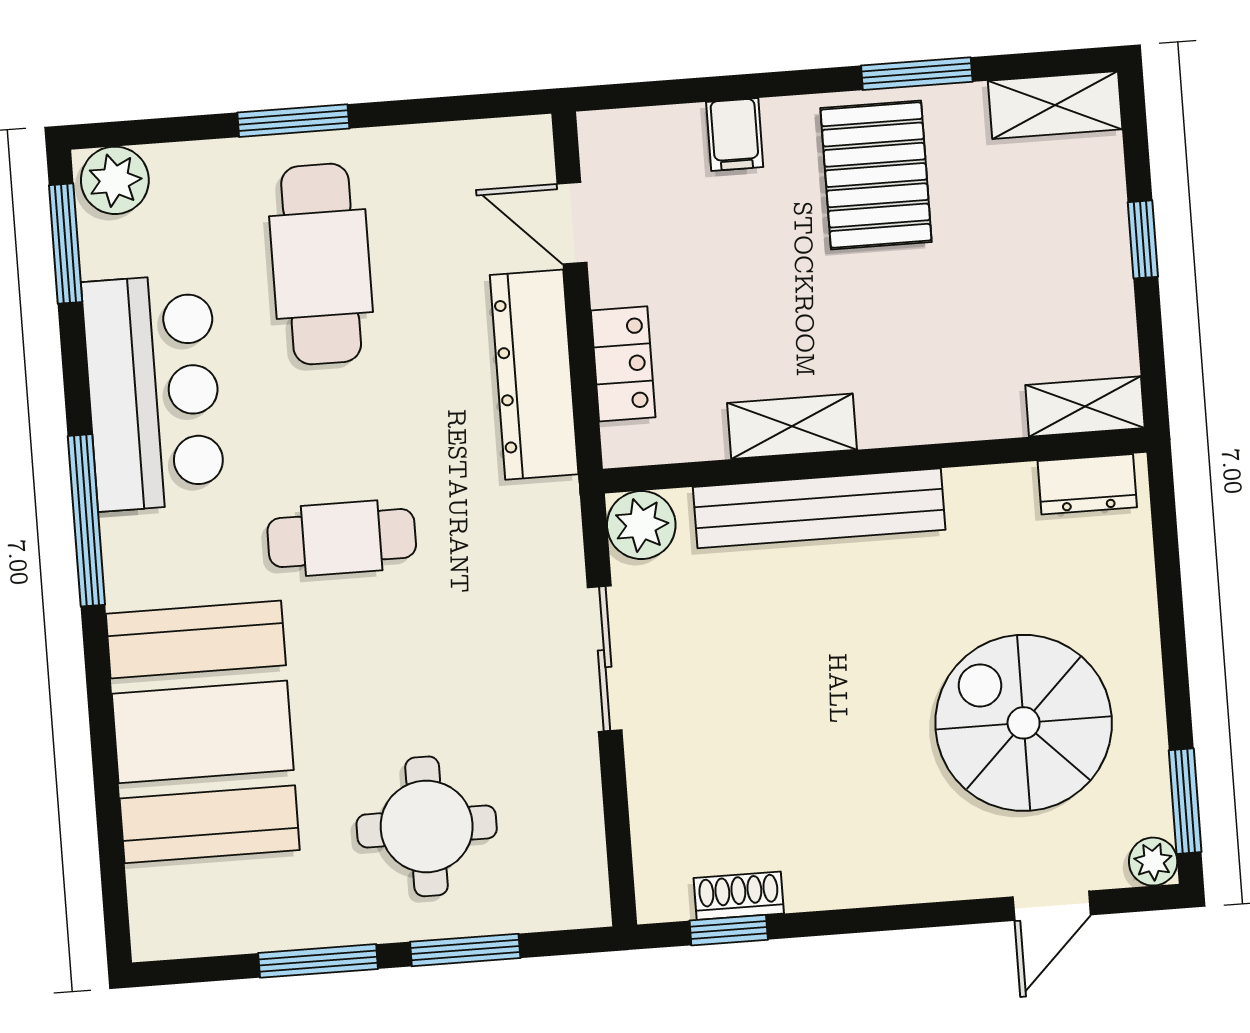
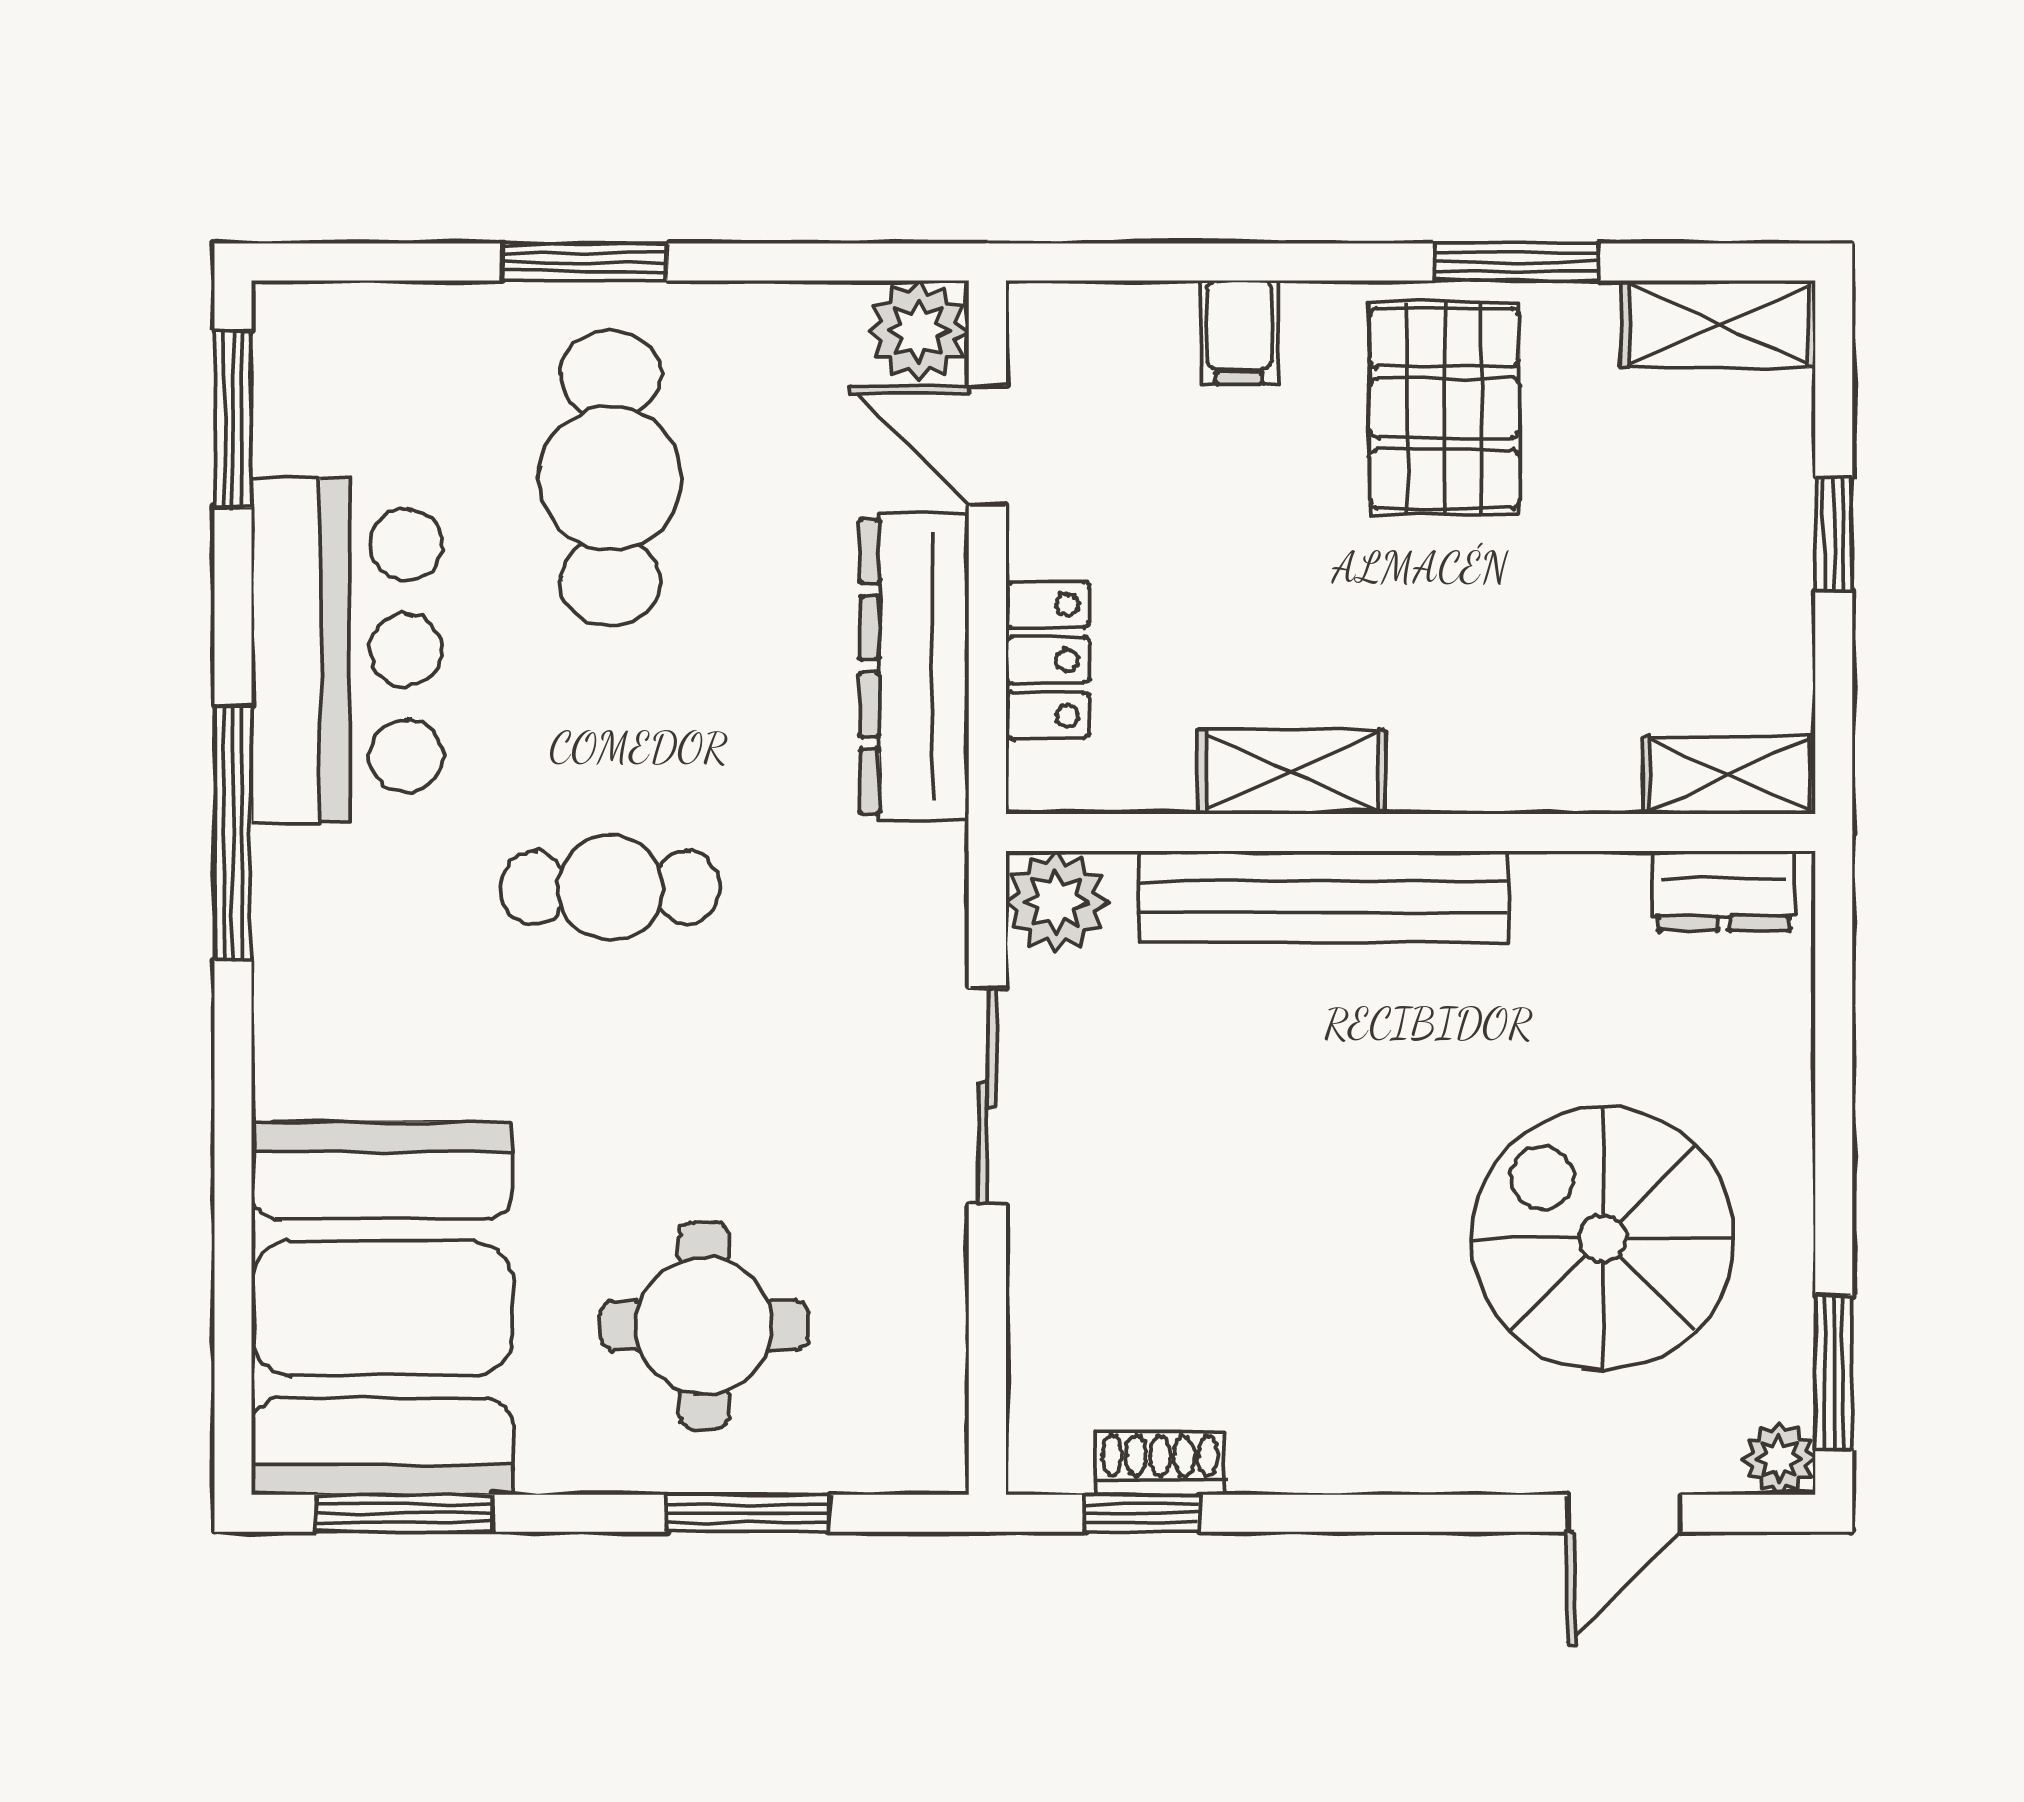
plant: (115, 180) -> (919, 331), moved
booth: (203, 732) -> (382, 1308), moved
window: (318, 961) -> (404, 1513), moved

